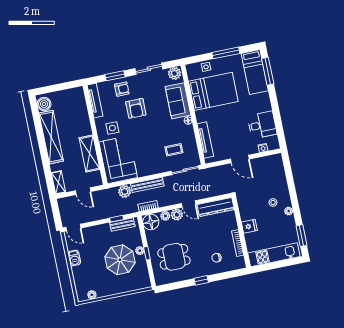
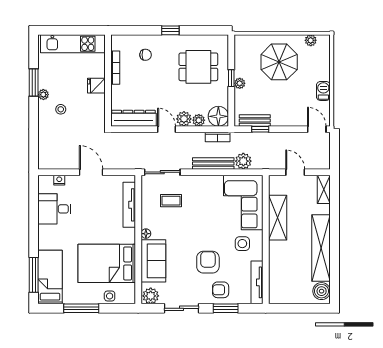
window: (301, 236) -> (34, 82), moved
parasol: (120, 260) -> (279, 62), moved

